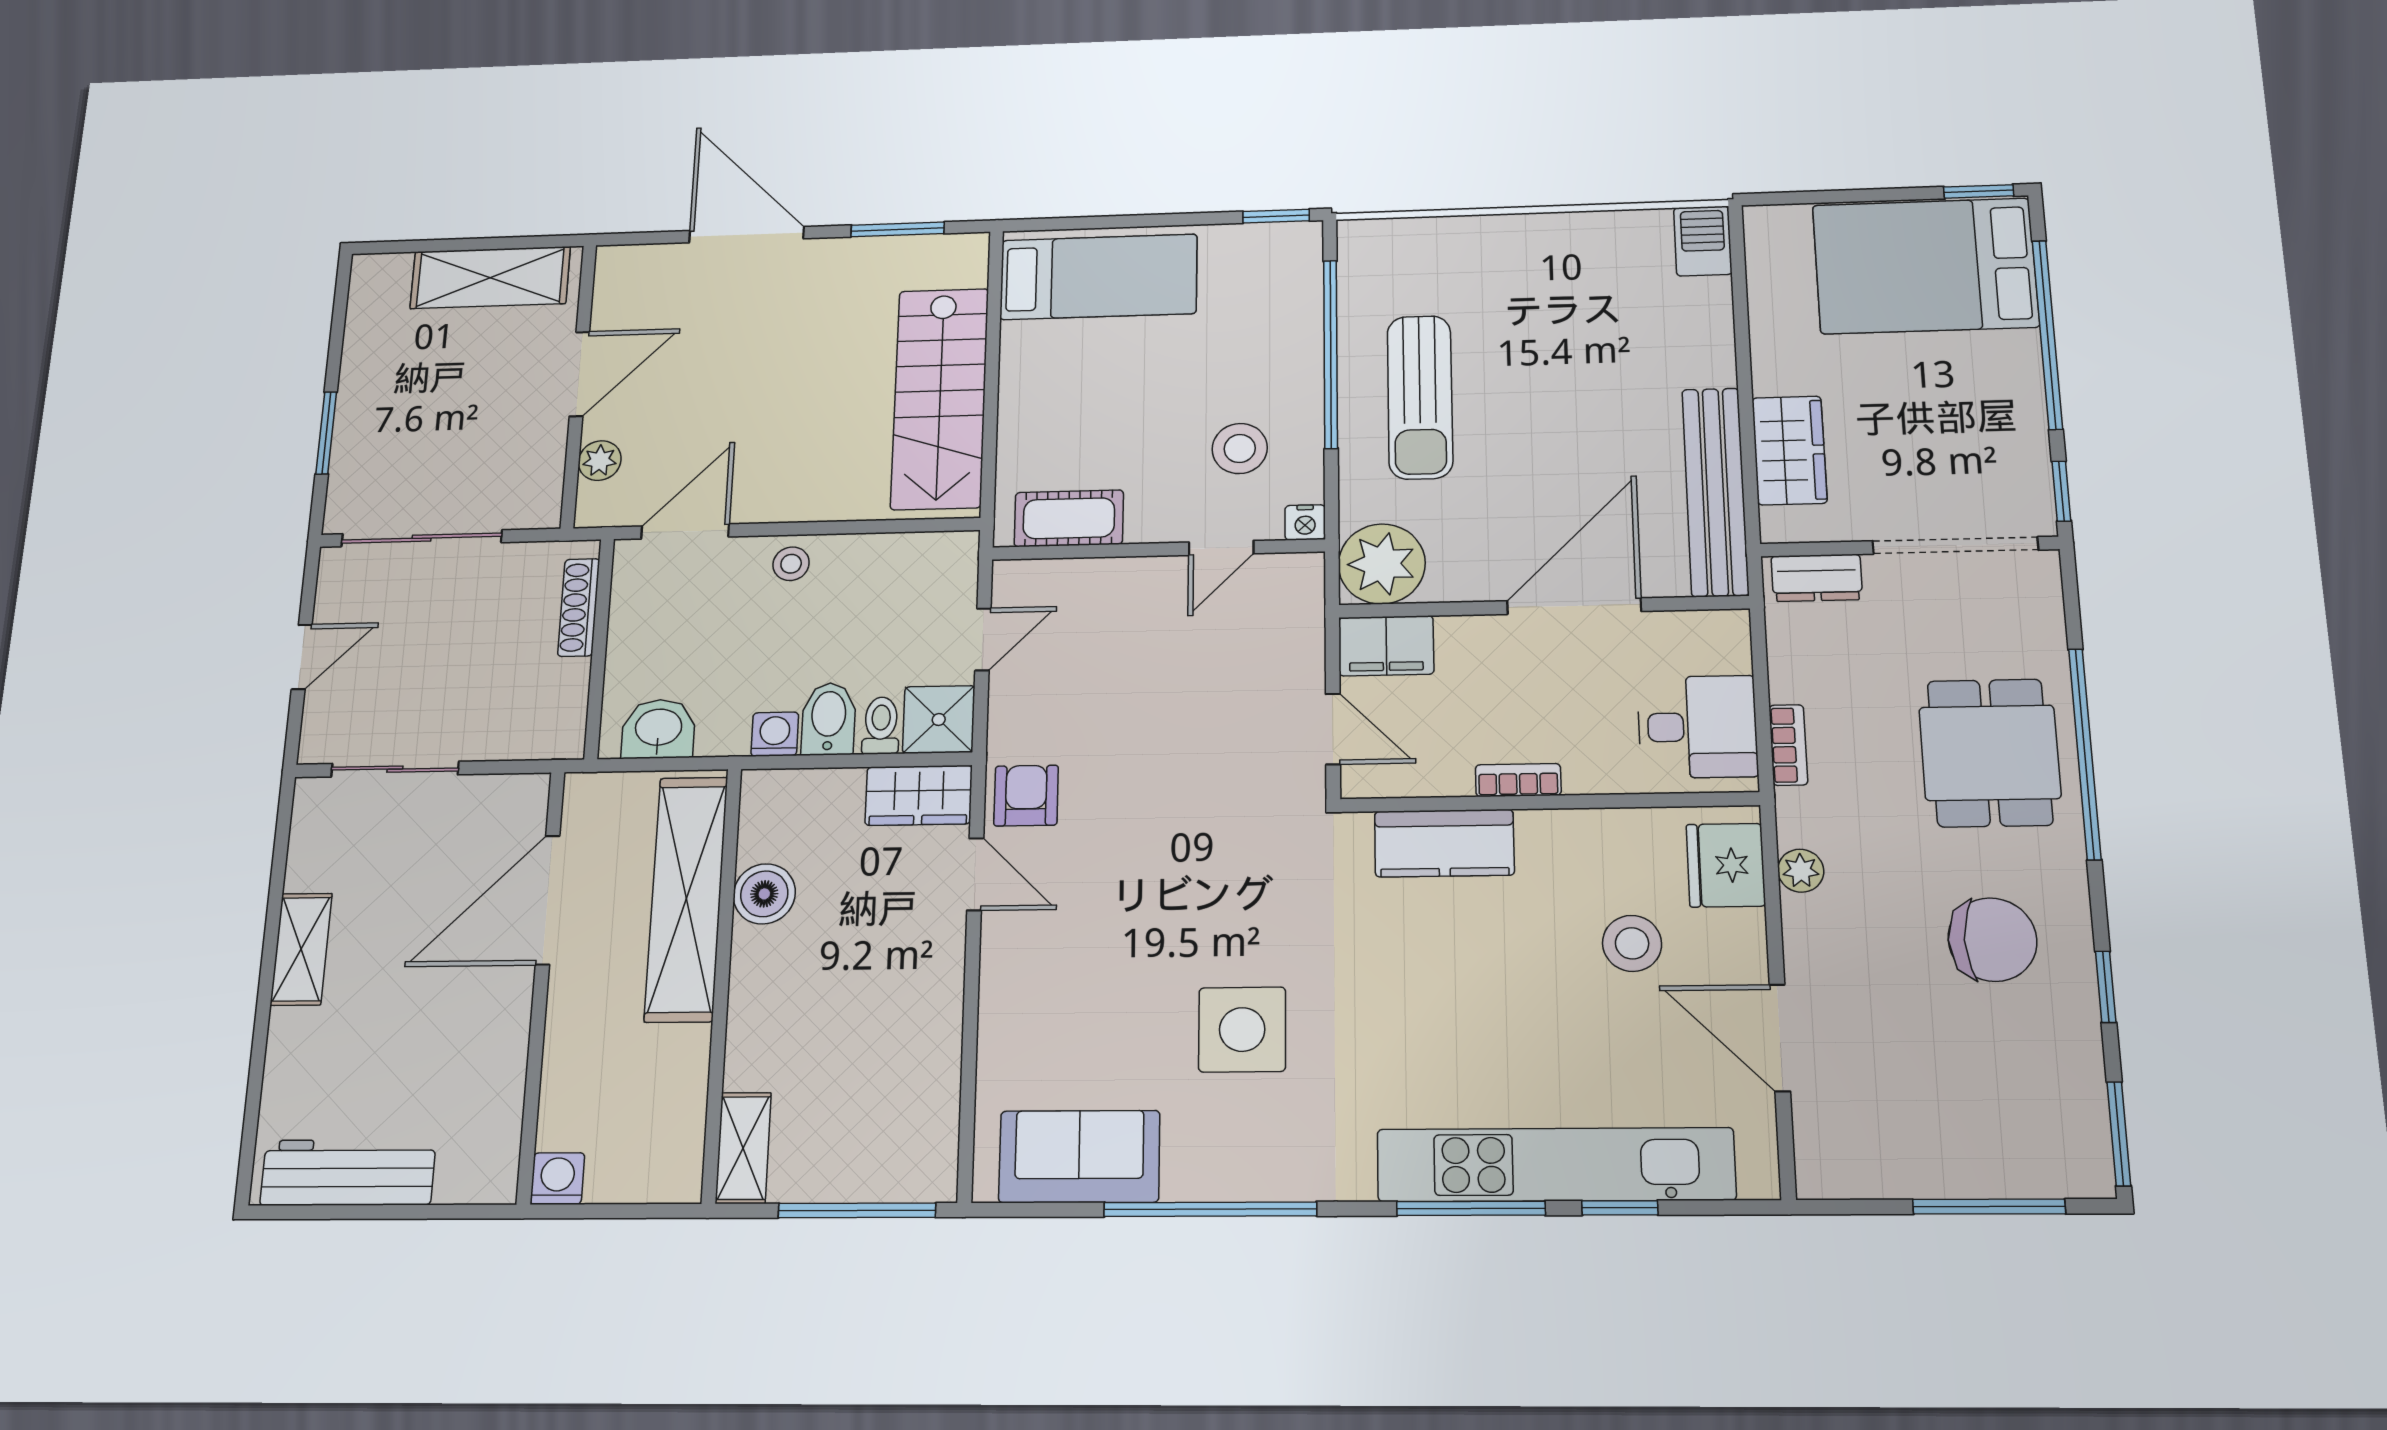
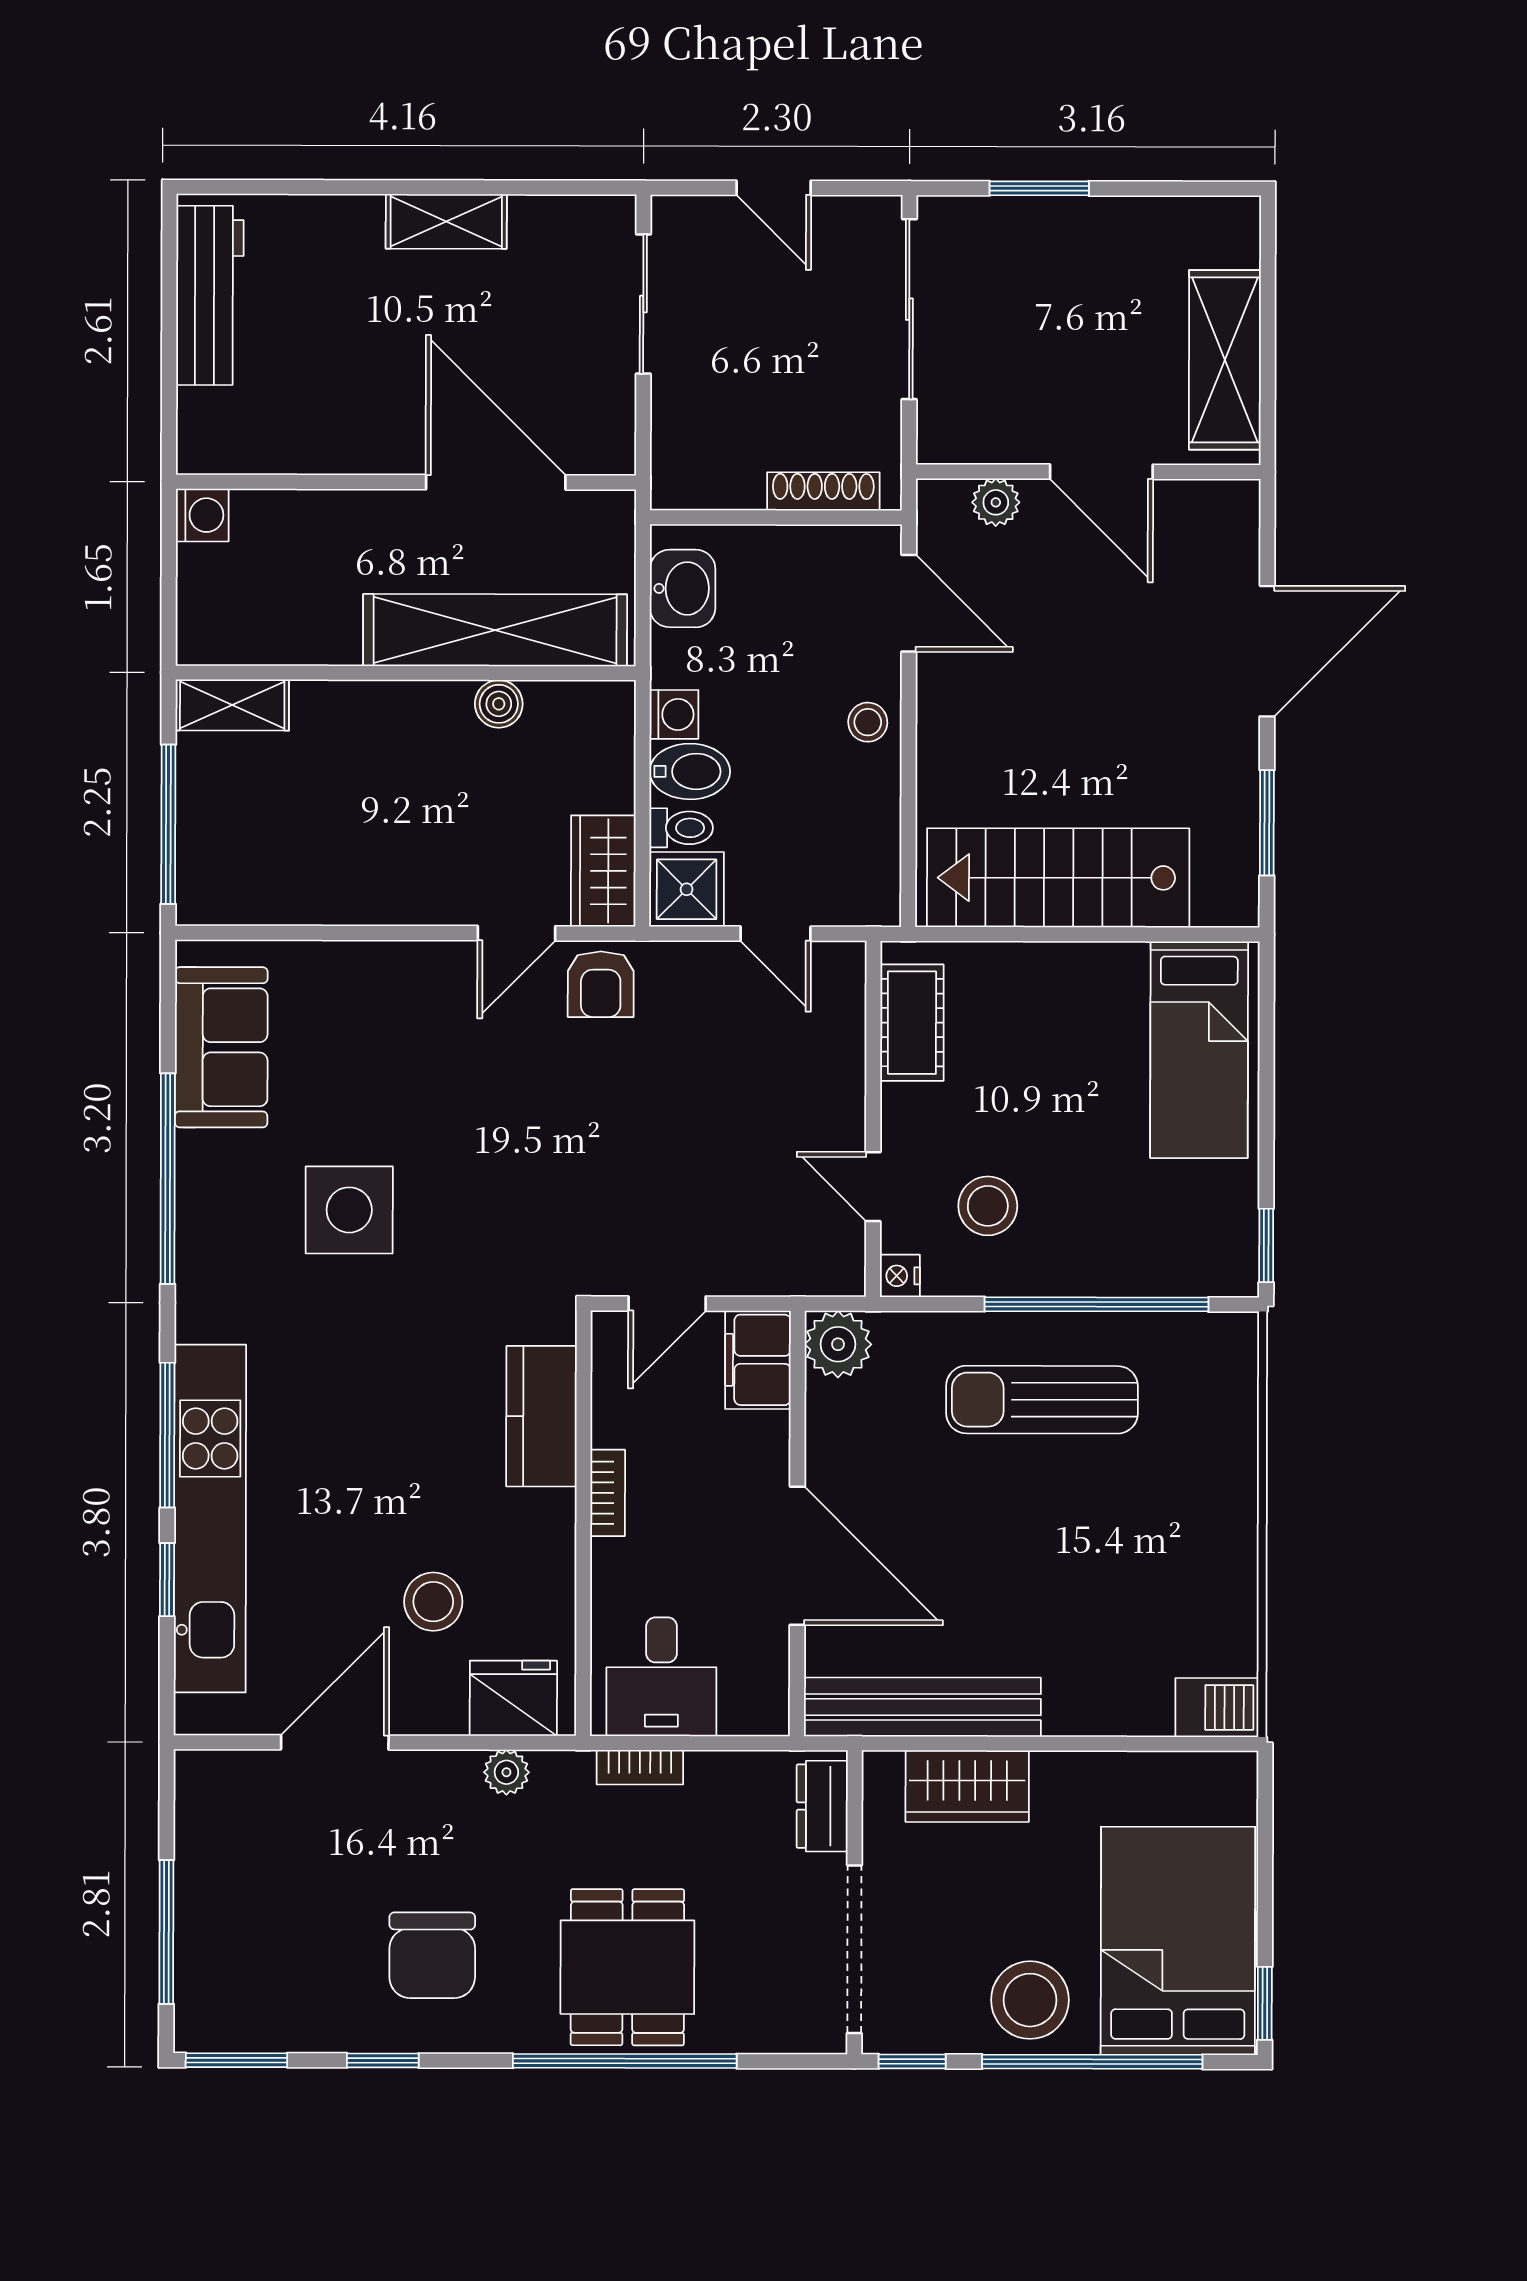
stool: (1992, 390) -> (1030, 2000), added
plant: (1382, 564) -> (838, 1344), width x0.73, depth x0.73
dining table: (1990, 753) -> (627, 1967), turned 90
armchair: (1026, 796) -> (601, 984), turned 90
boiler: (764, 894) -> (499, 704), width x0.73, depth x0.73

